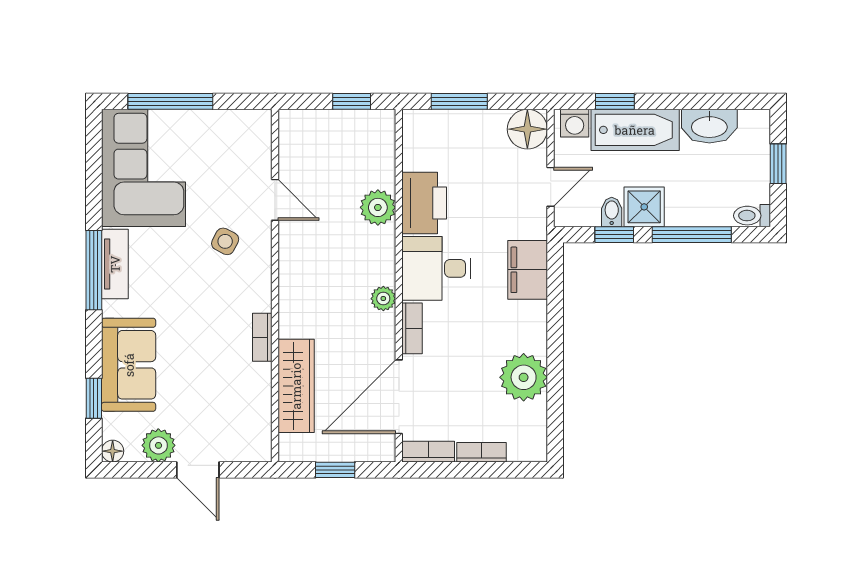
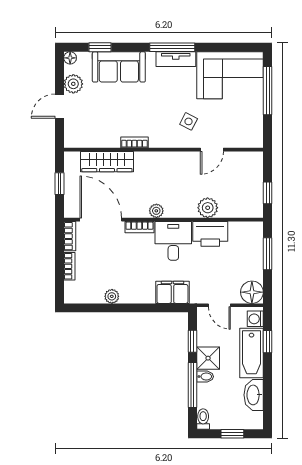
bidet: (612, 212) -> (205, 377), moved
plant: (524, 377) -> (112, 296), width x0.53, depth x0.53

